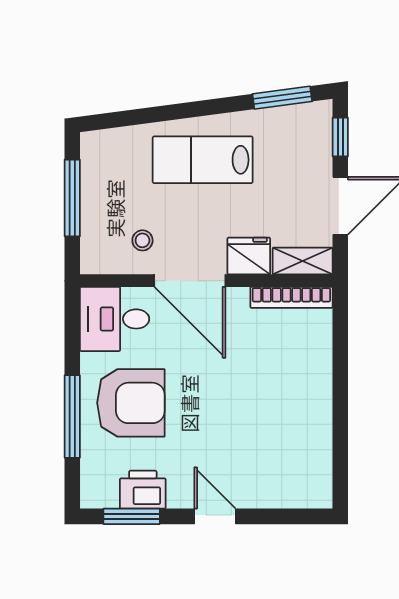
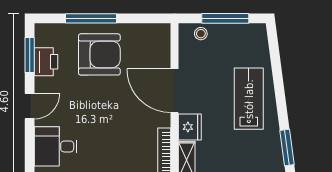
stool: (142, 240) -> (201, 34), moved
door: (190, 281) -> (175, 91), hinge flipped
desk: (115, 319) -> (56, 146), moved, turned -90
armchair: (131, 403) -> (99, 54), turned -90

